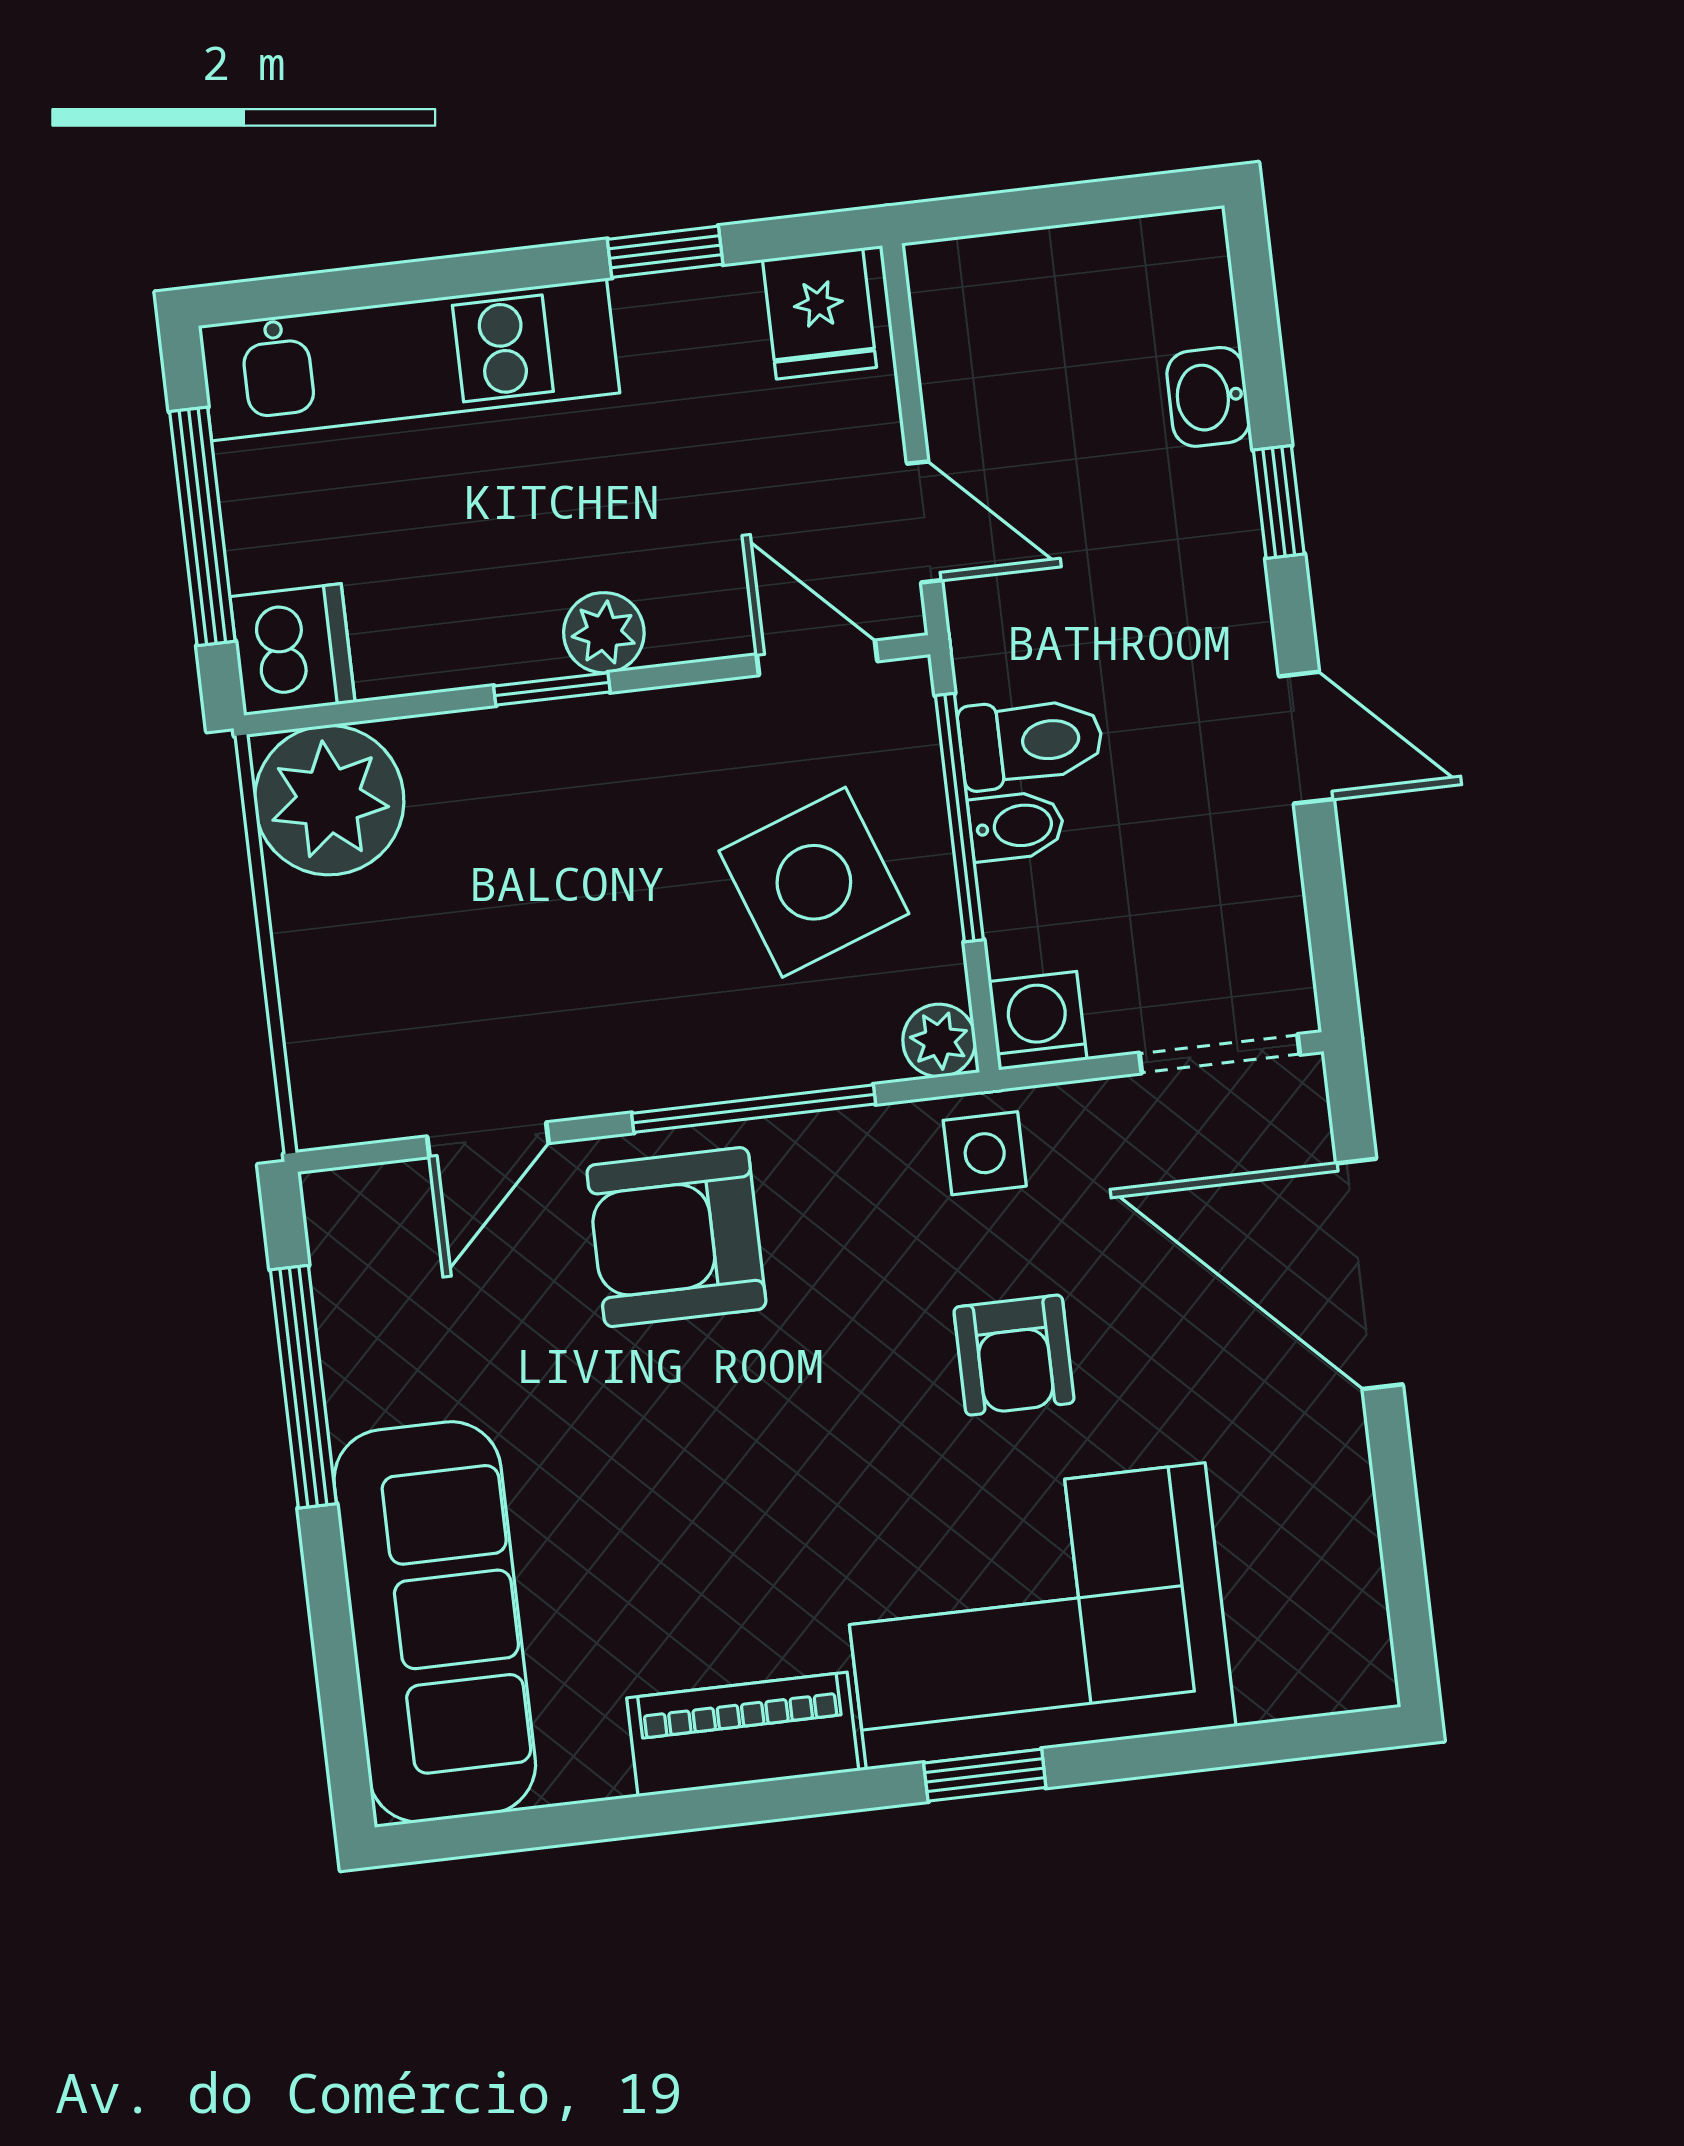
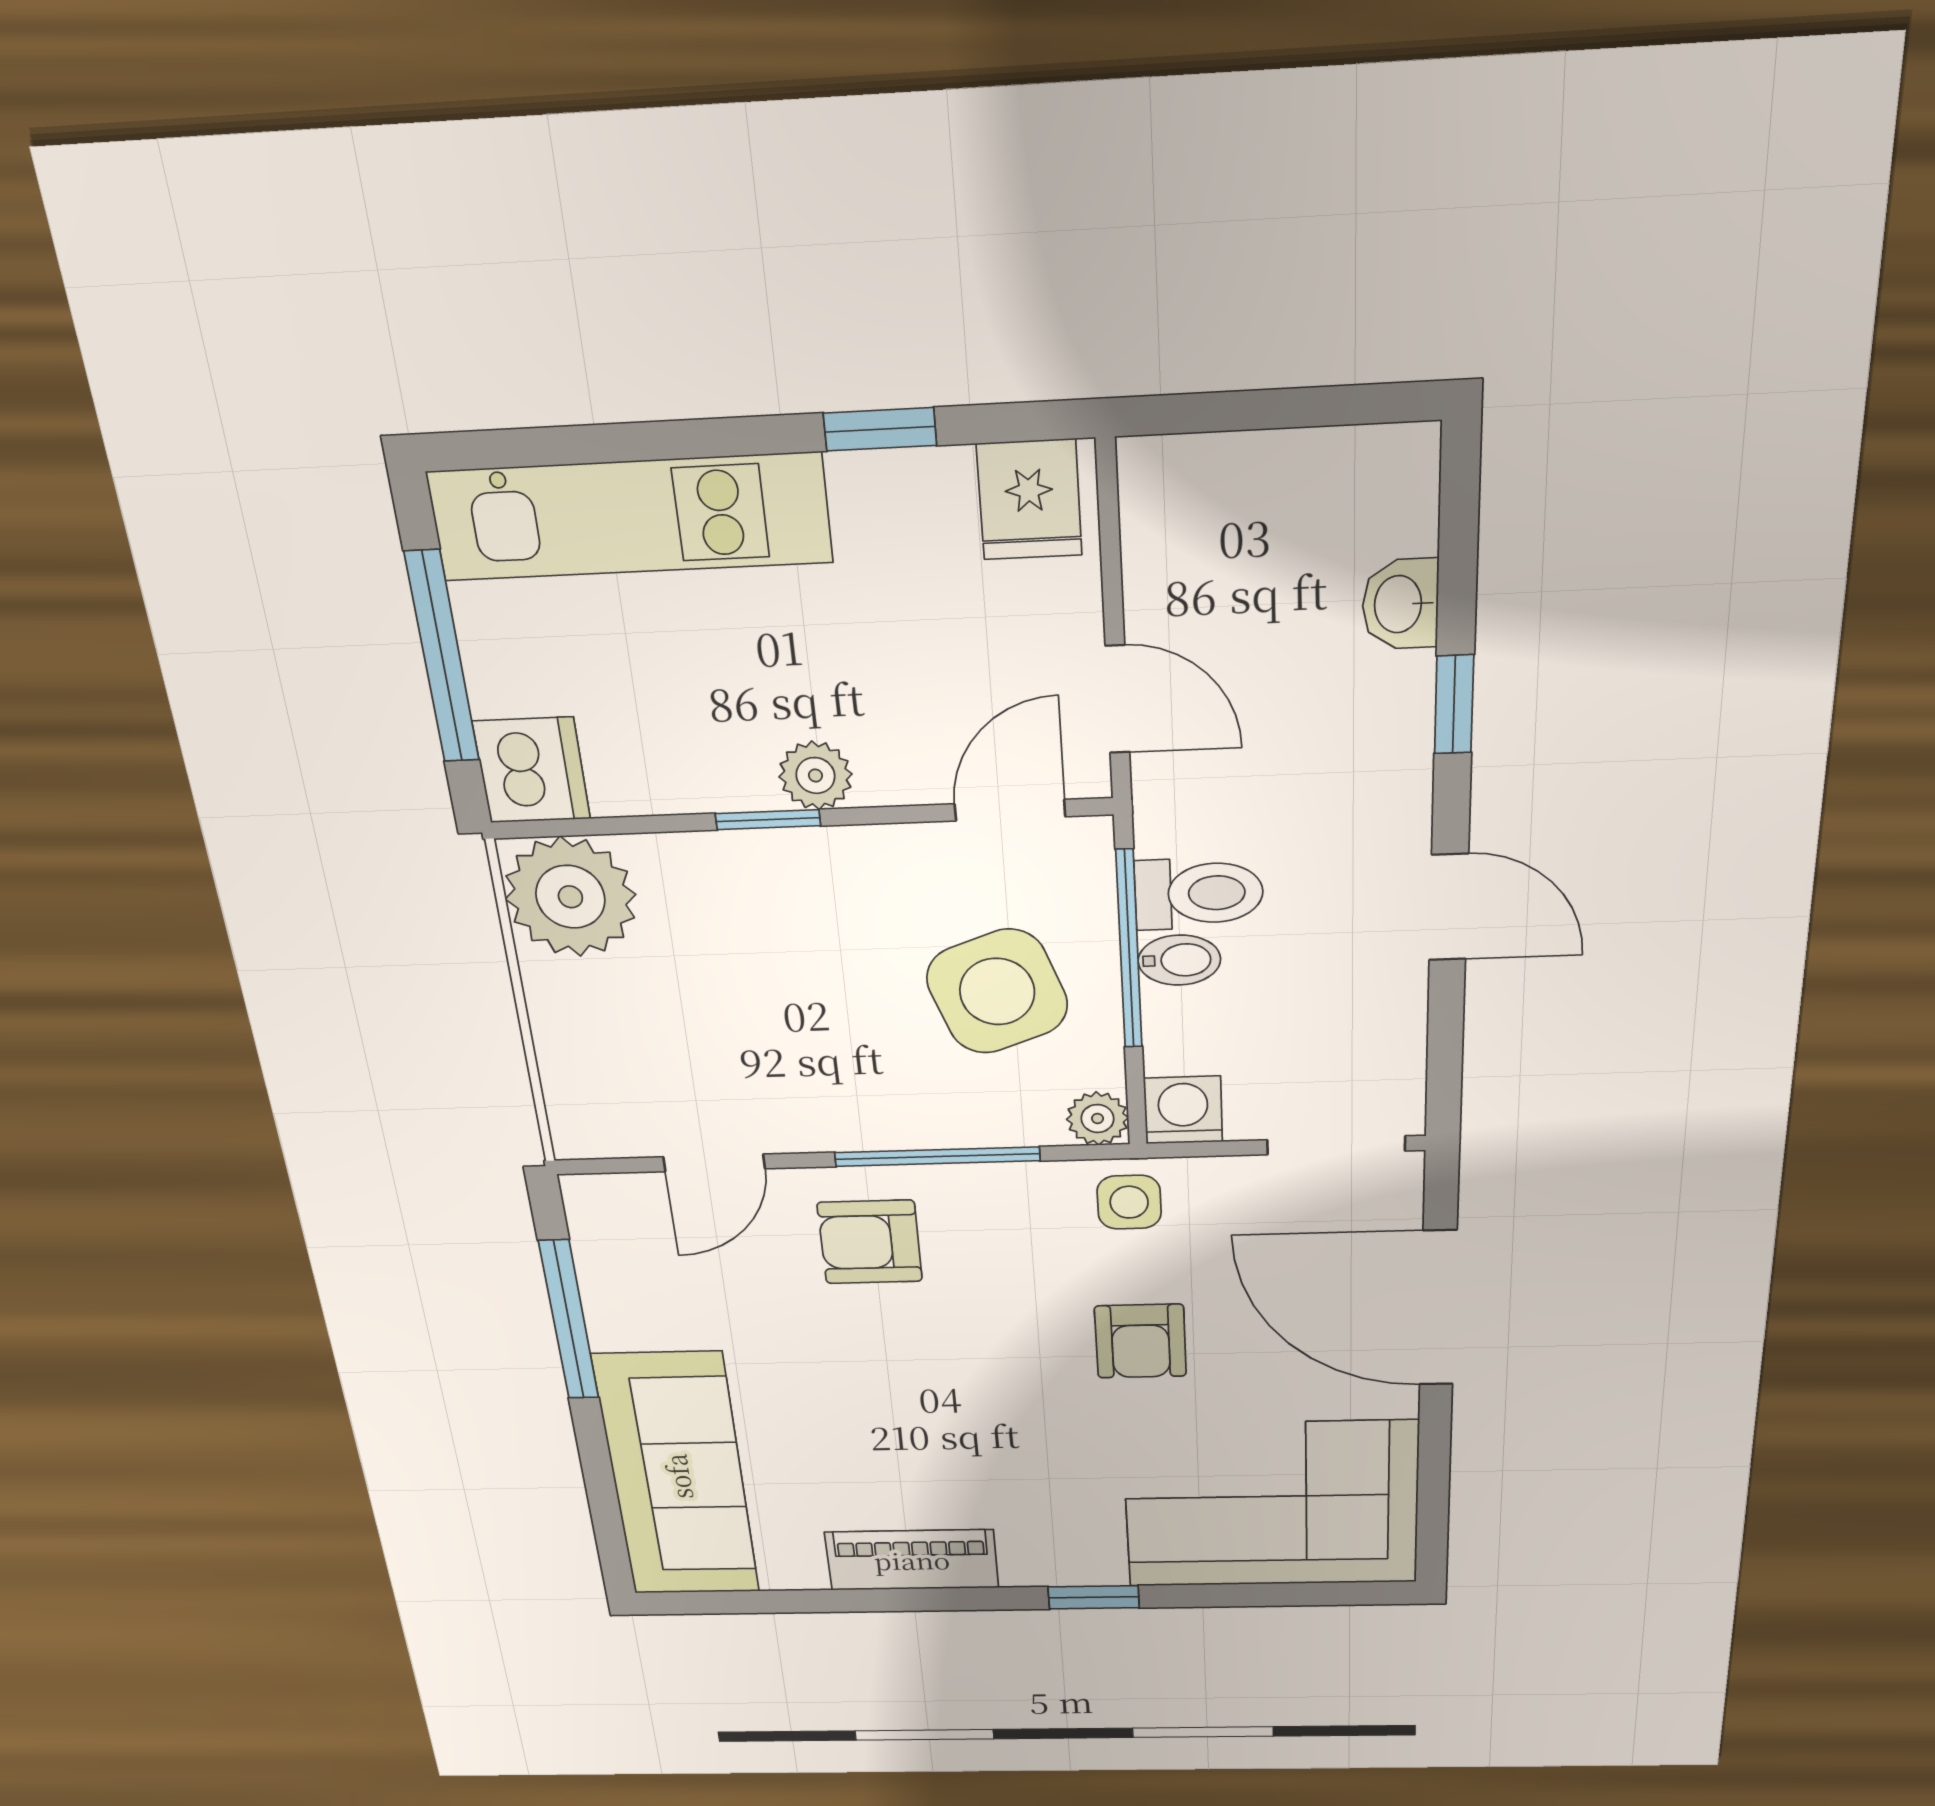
door: (817, 658) -> (1010, 810), hinge flipped
armchair: (676, 1237) -> (870, 1242), width x0.72, depth x0.72
corner sofa: (1036, 1616) -> (1271, 1505), moved

